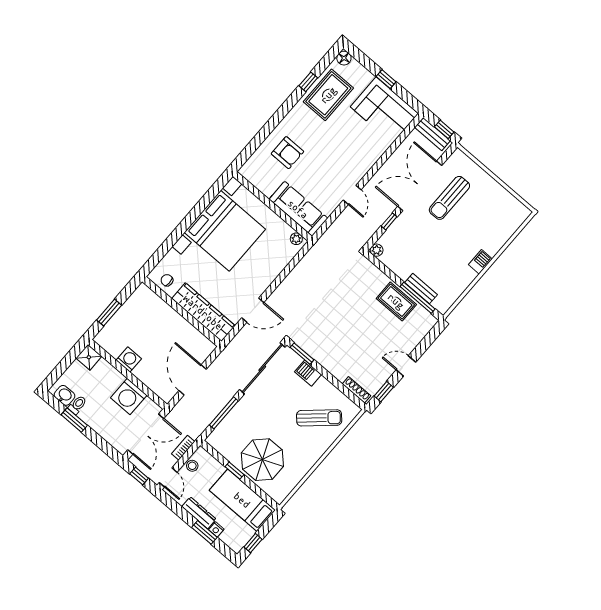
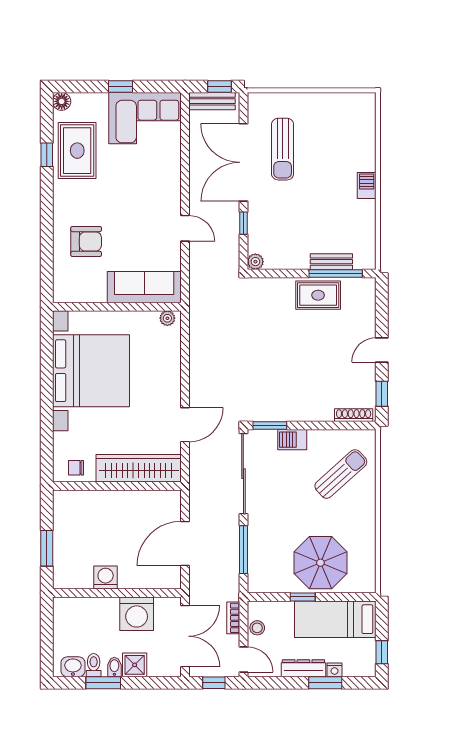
shower: (89, 357) -> (135, 665), moved
door: (193, 380) -> (185, 544), hinge flipped
bidet: (89, 416) -> (114, 667), added

